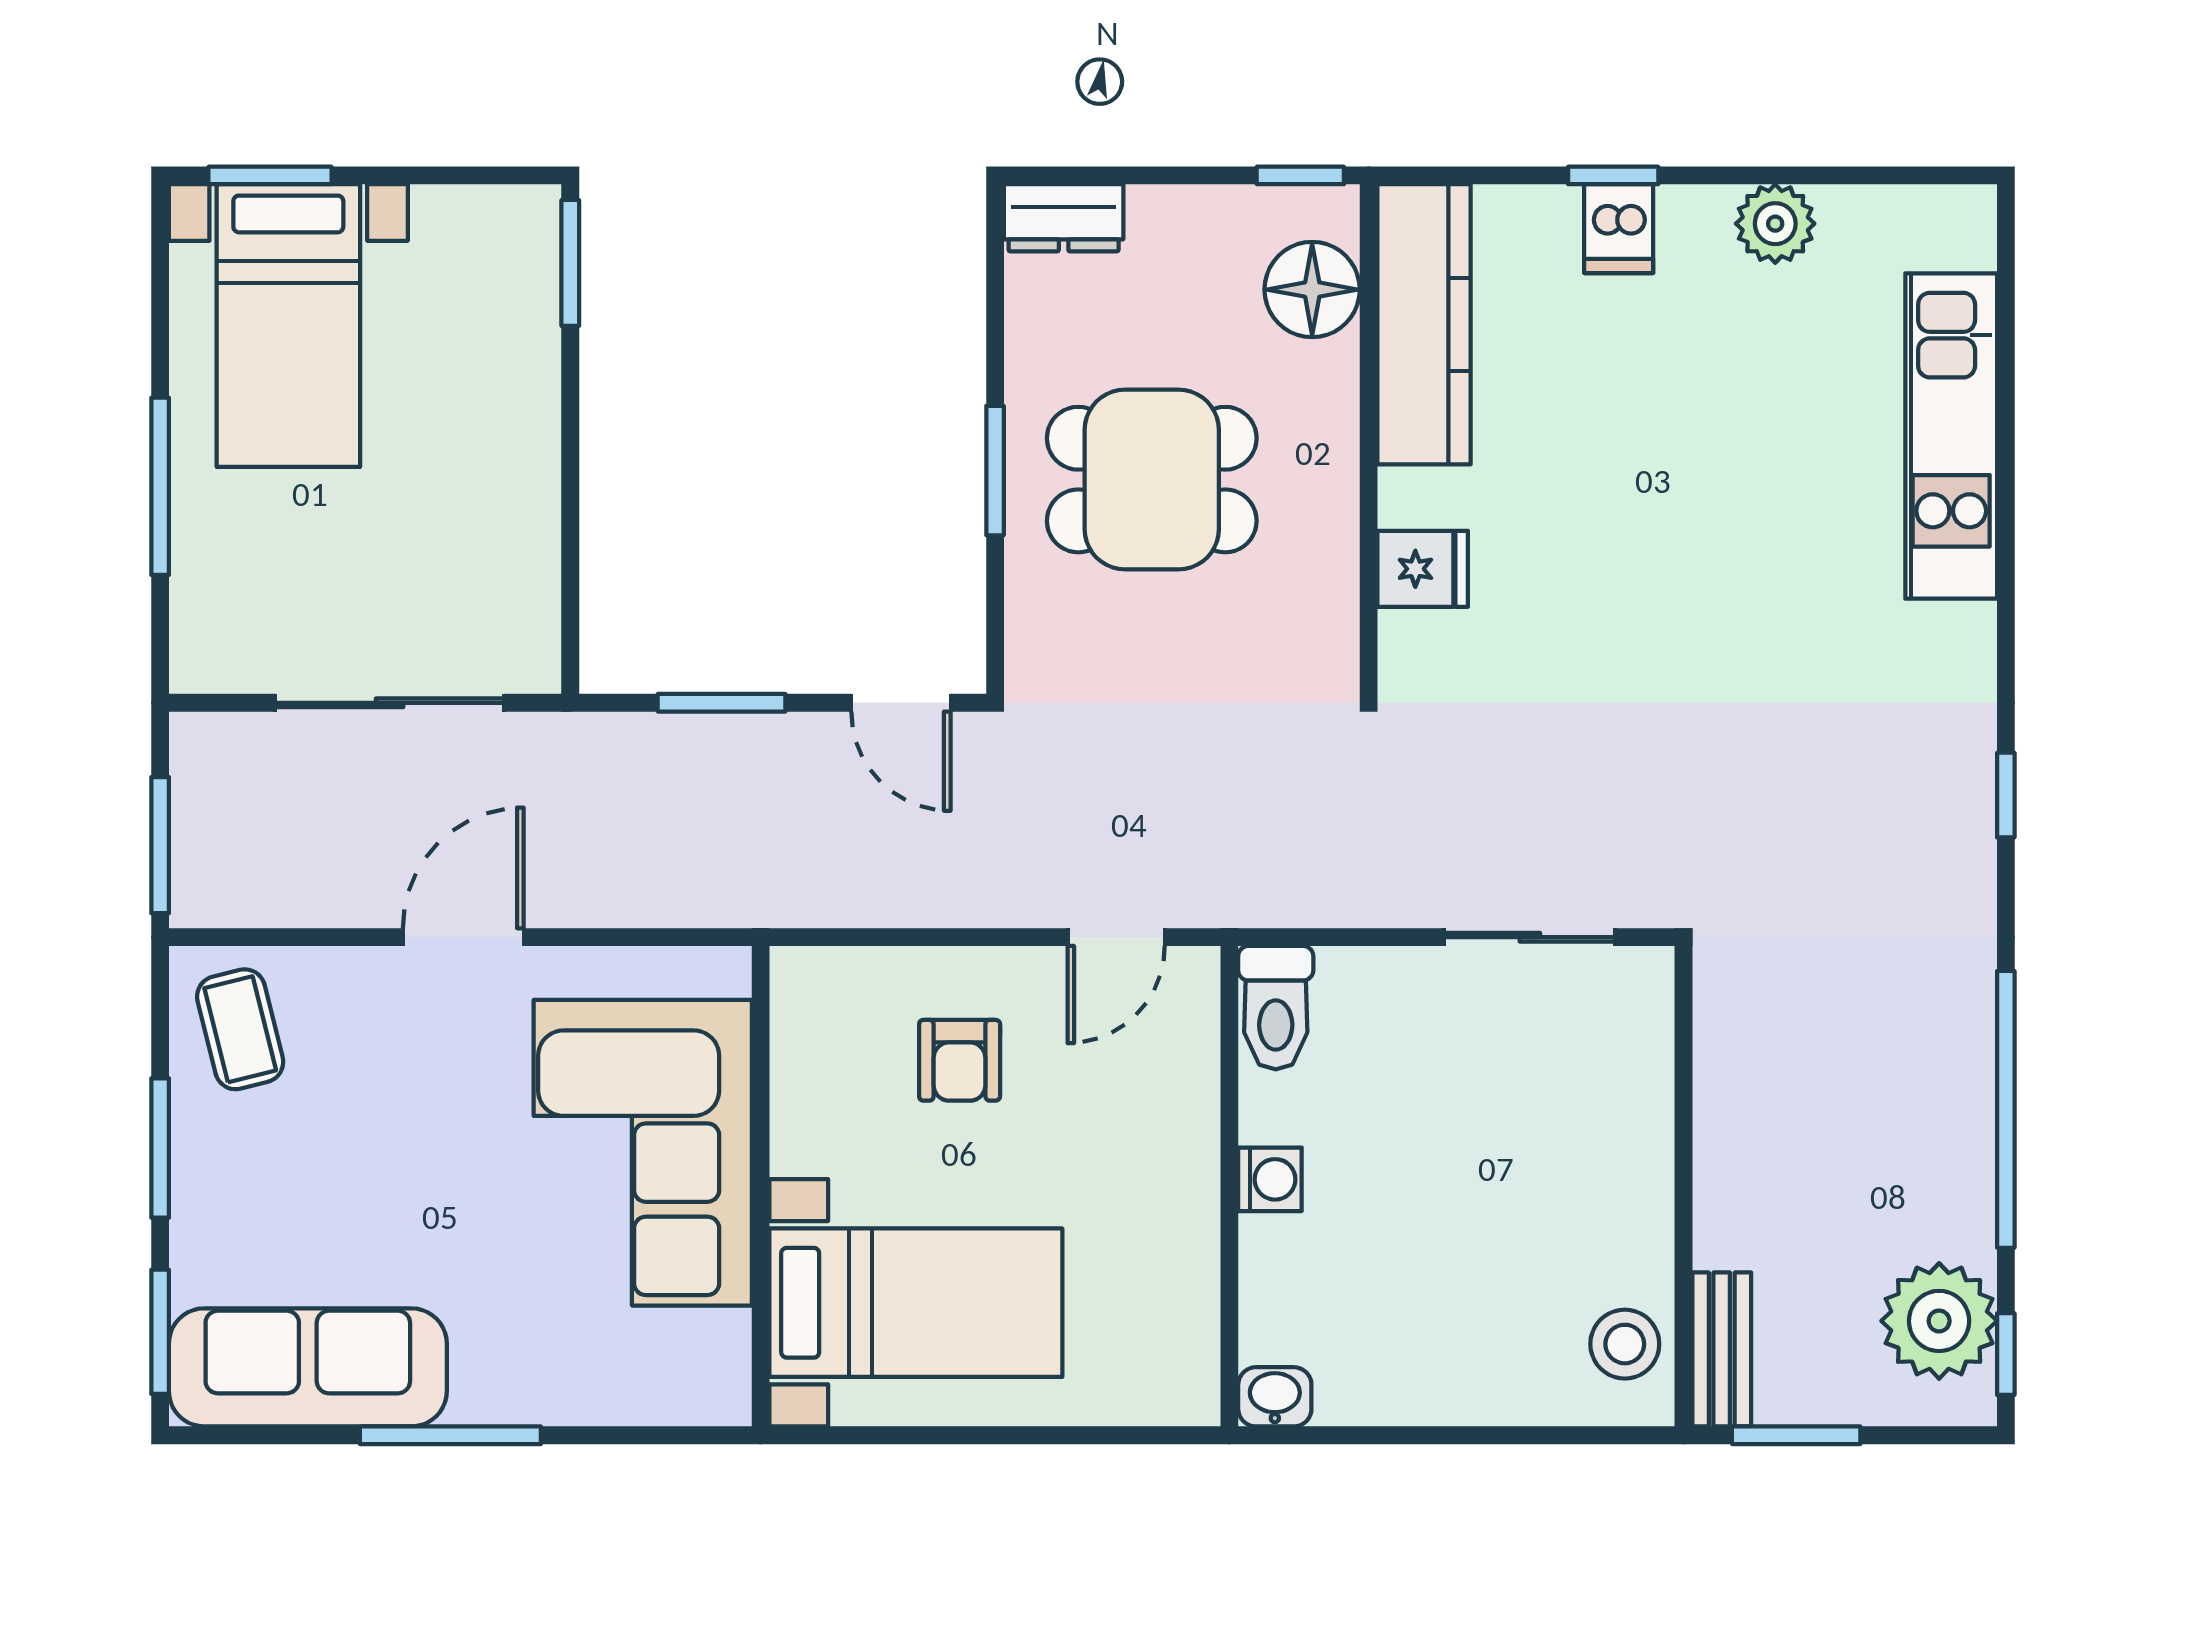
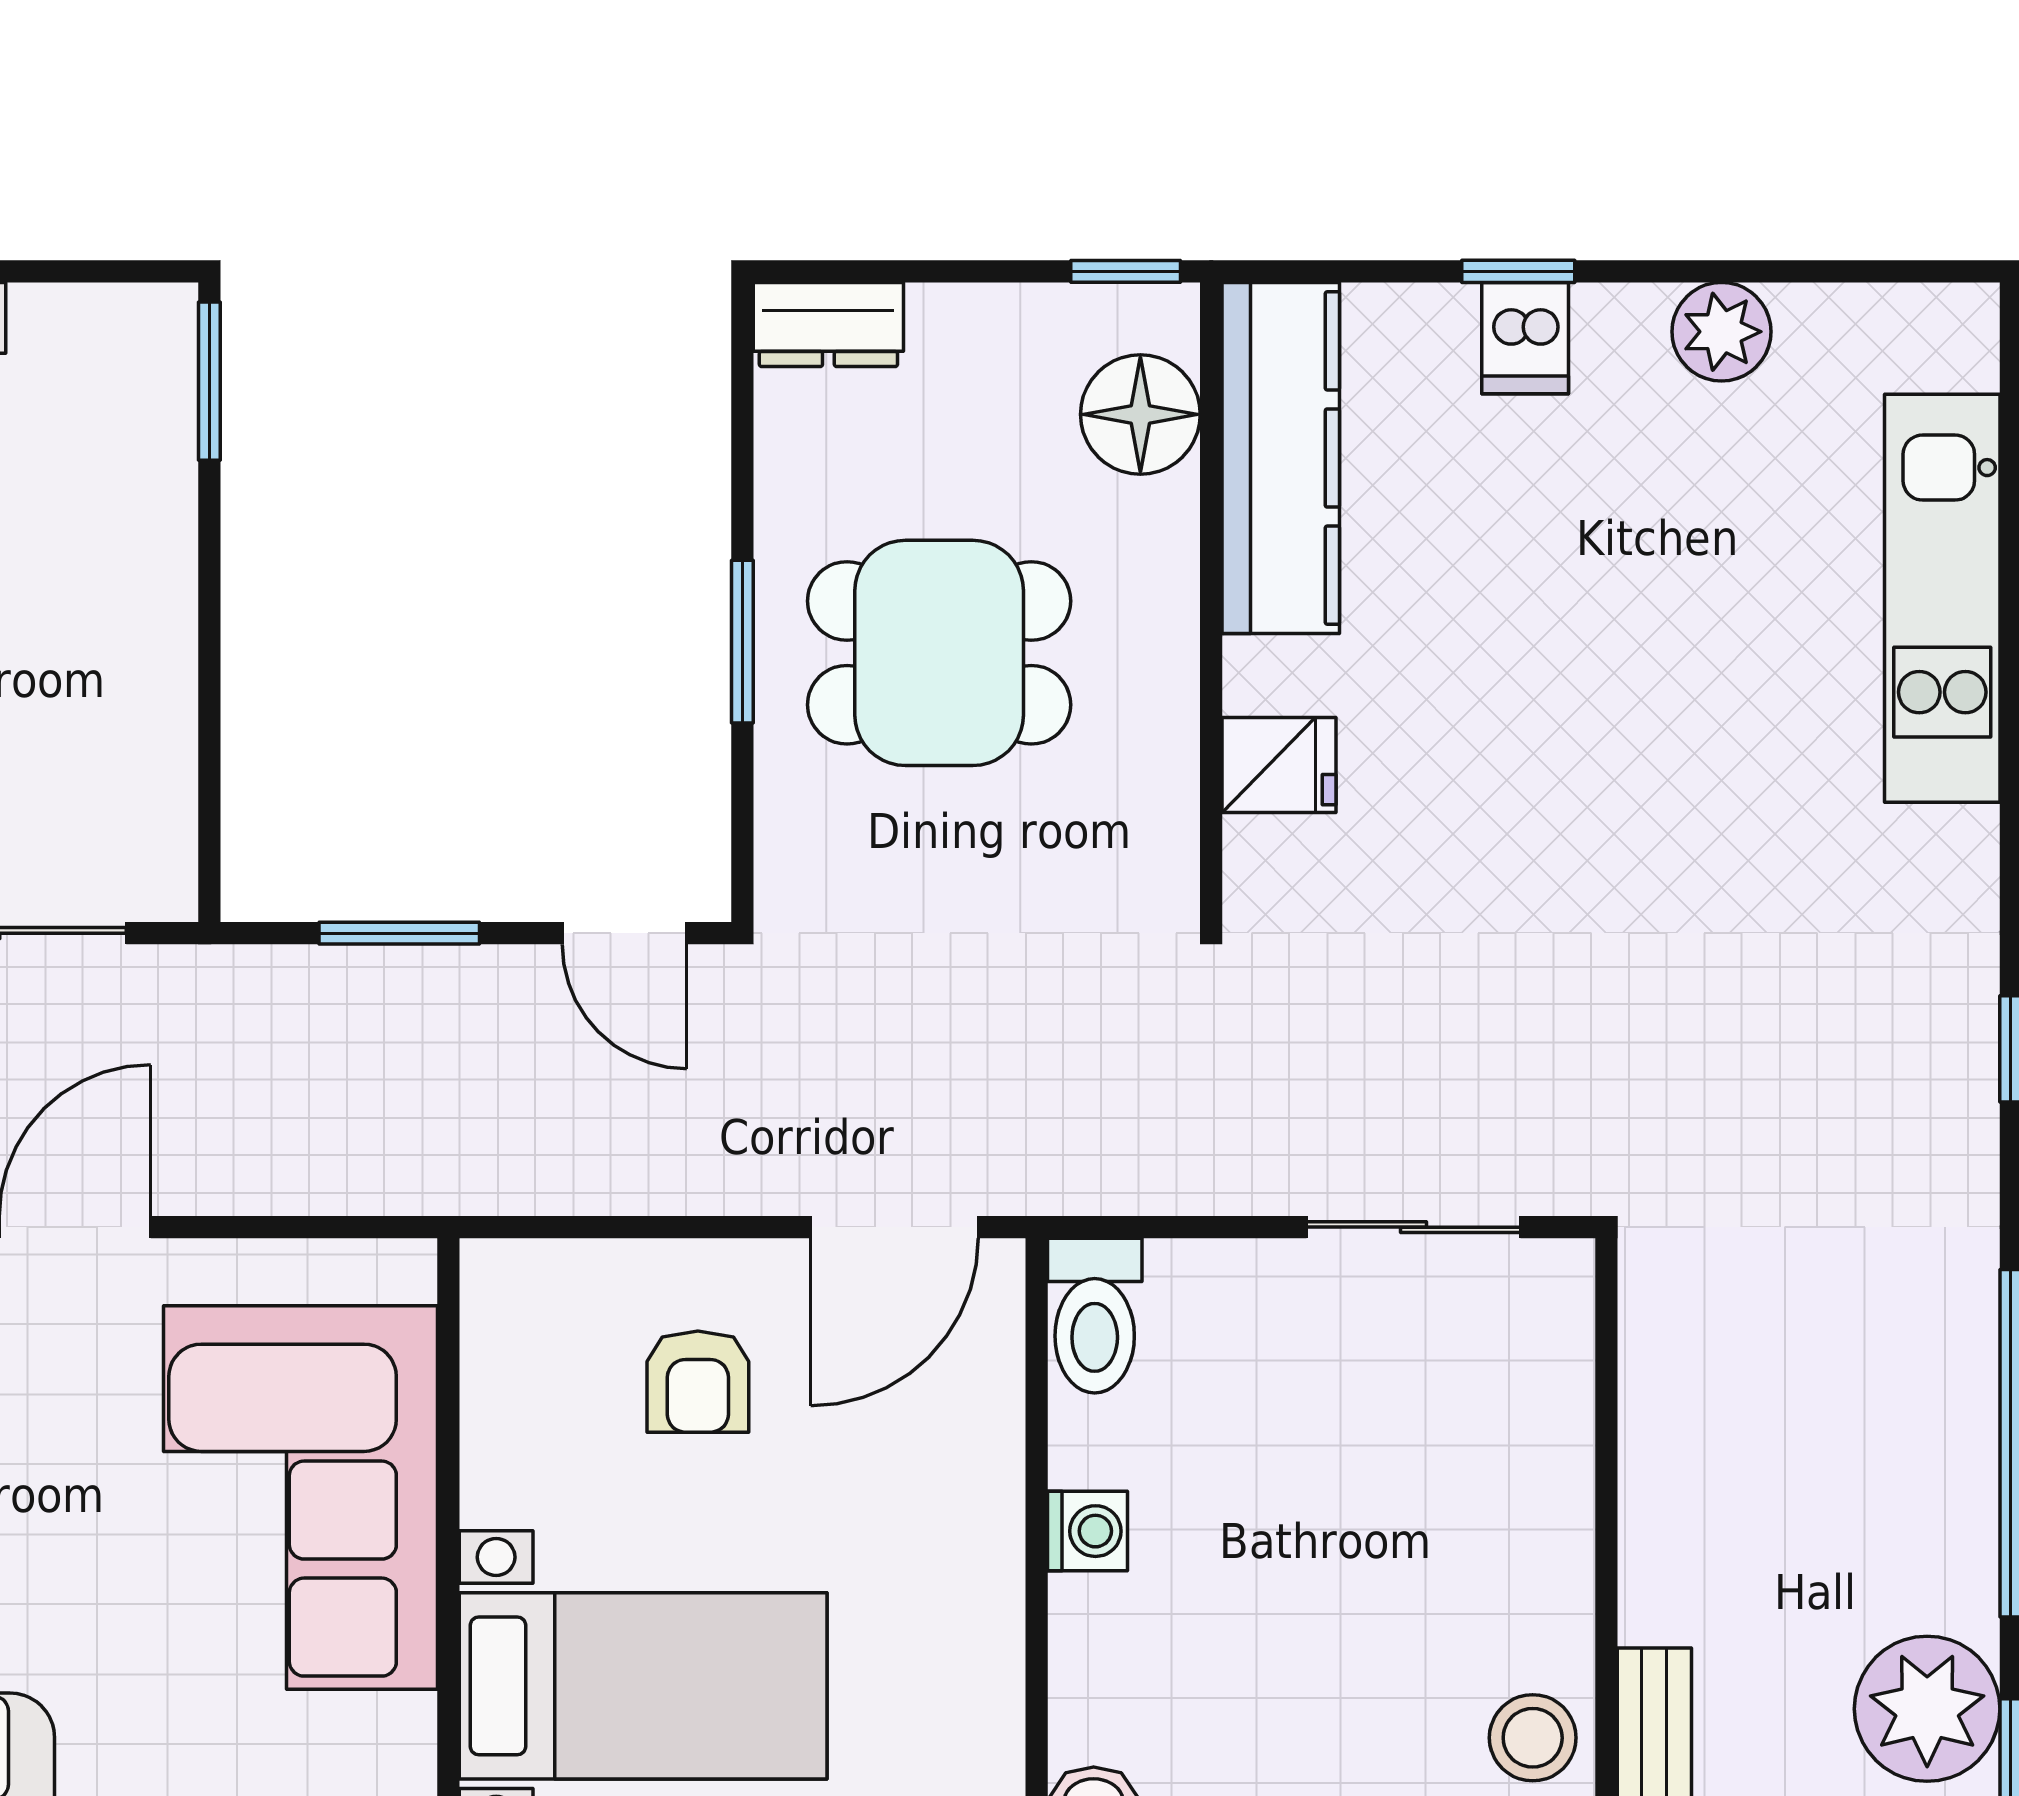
door: (1116, 937) -> (894, 1227), width x1.38

